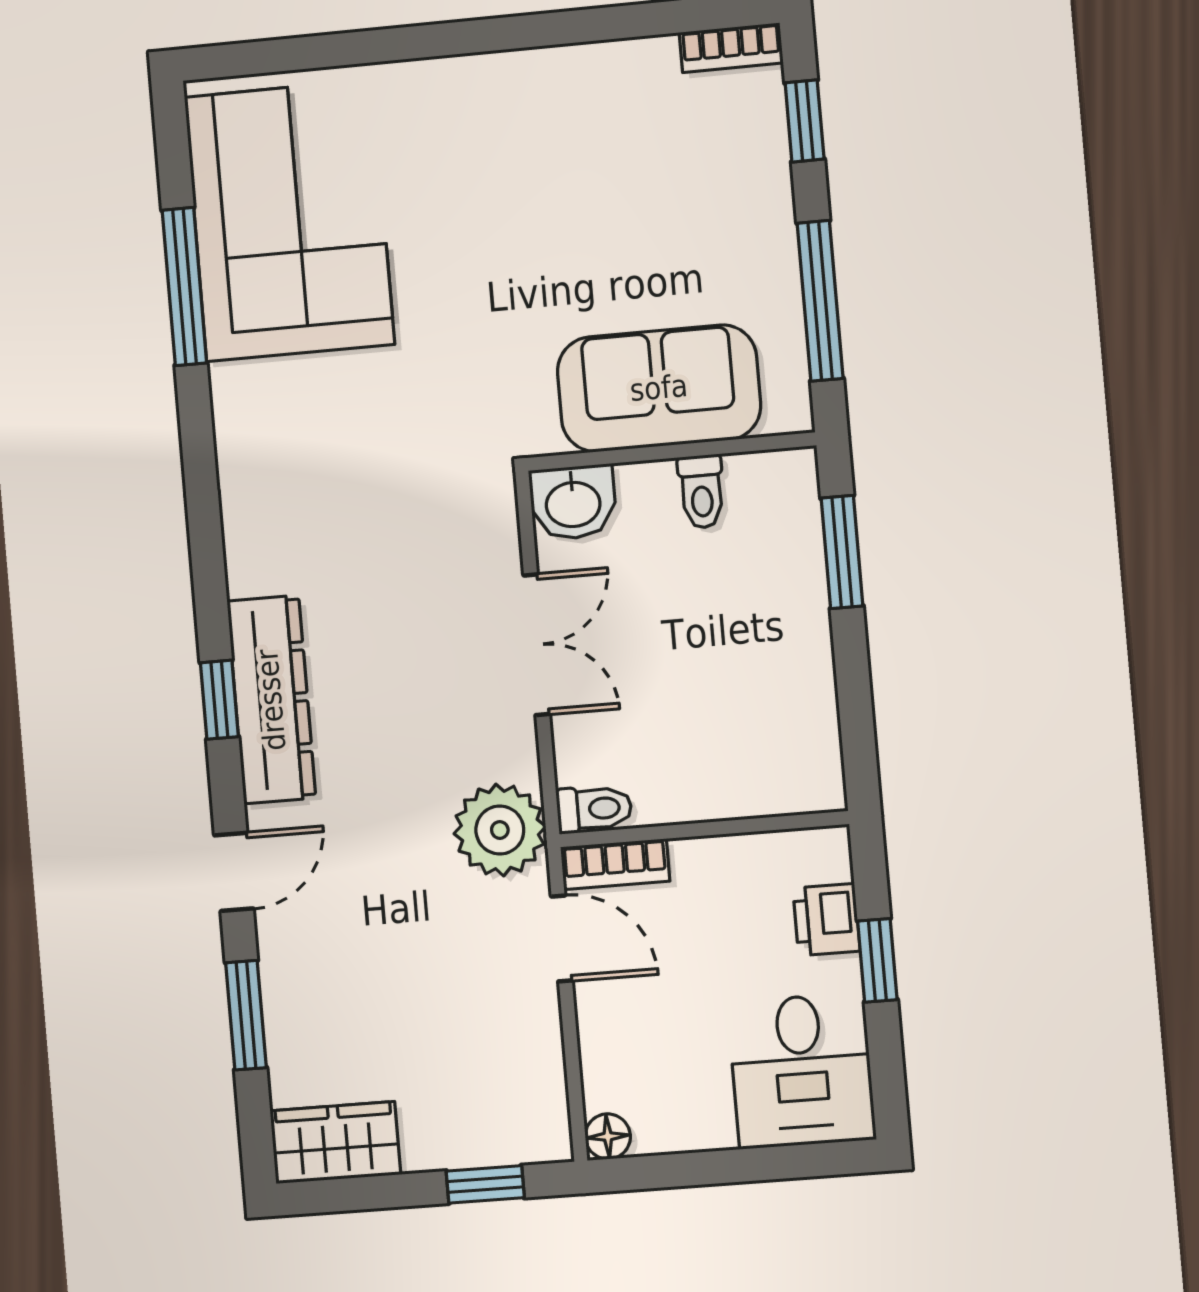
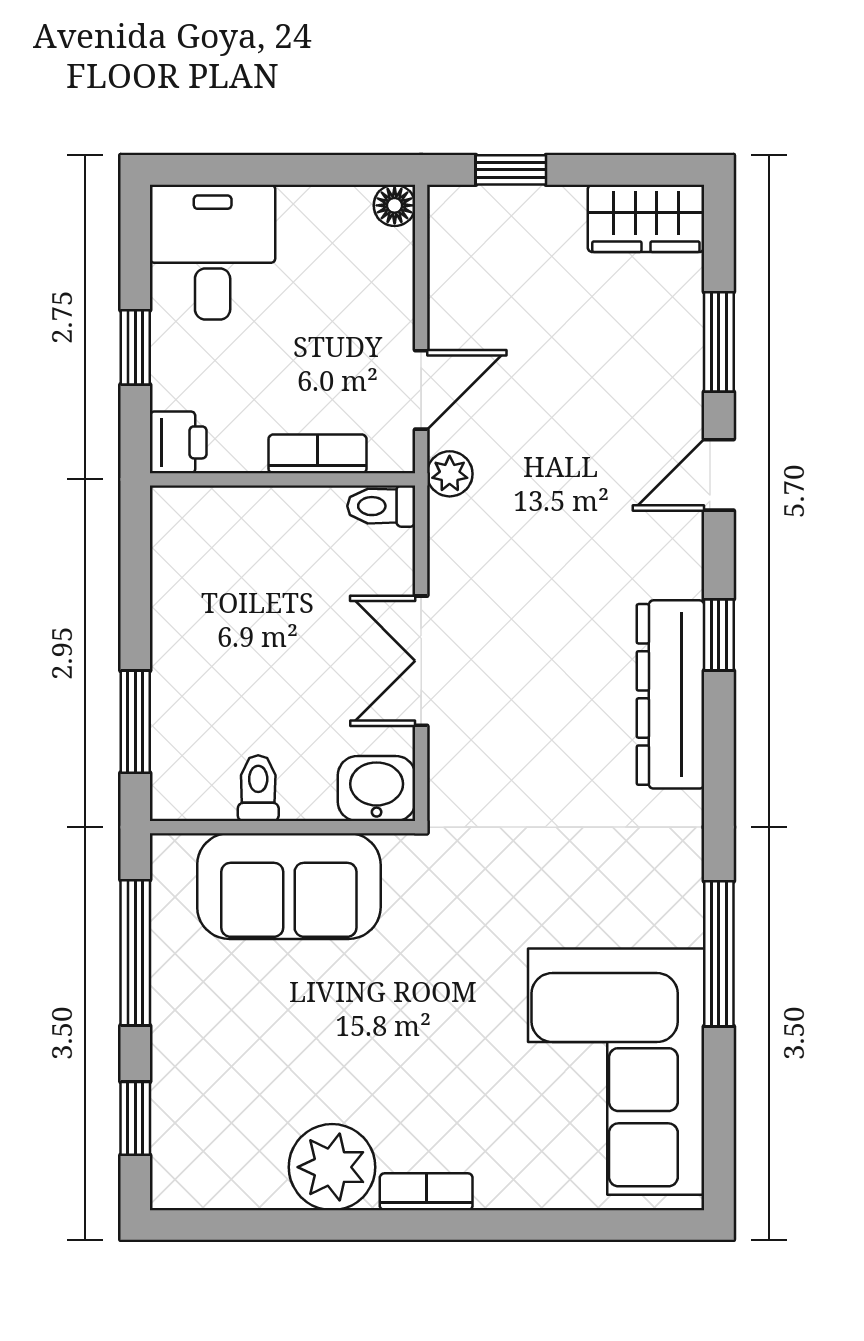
bookcase: (731, 48) -> (426, 1192), moved
plant: (586, 89) -> (332, 1167), added
window: (184, 287) -> (719, 954), moved
dresser: (271, 700) -> (670, 694), moved
plant: (500, 830) -> (450, 474), width x0.53, depth x0.53
bookcase: (615, 864) -> (318, 454), moved
printer: (826, 920) -> (178, 442), moved
door: (562, 938) -> (421, 390), swing flipped

